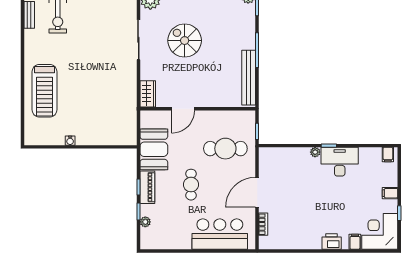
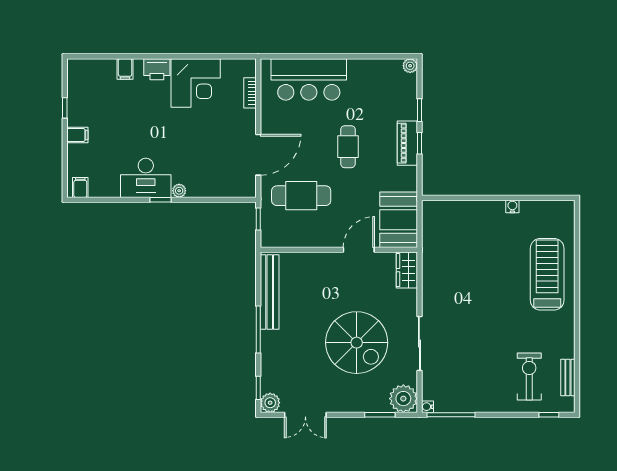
spiral stairs: (185, 41) -> (357, 343), width x1.37, depth x1.37
booth: (154, 149) -> (399, 220), moved
door: (257, 192) -> (258, 155), moved
plant: (145, 222) -> (410, 66), moved
corner desk: (380, 231) -> (196, 83), moved

